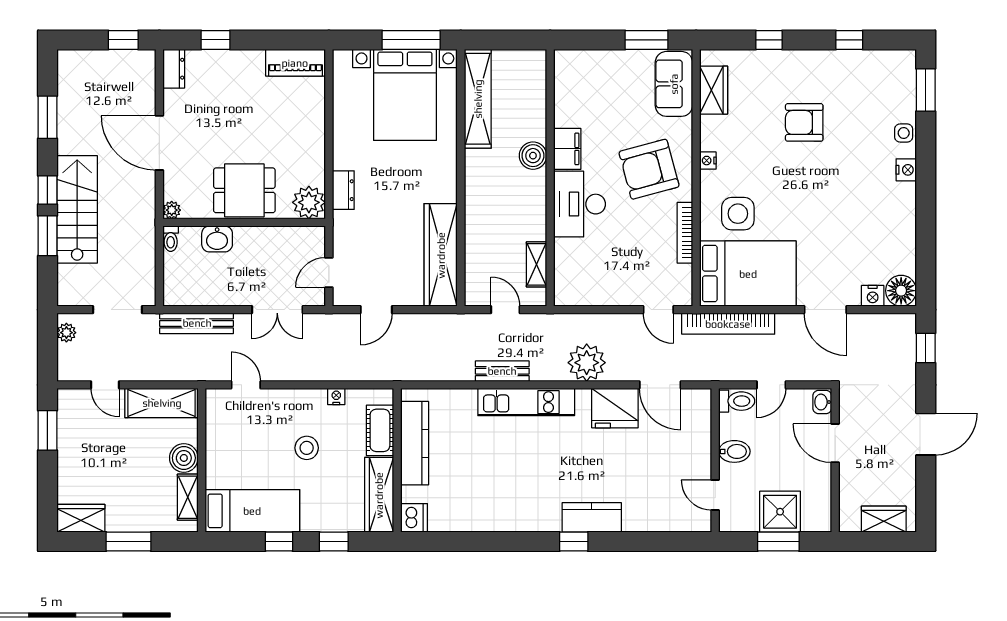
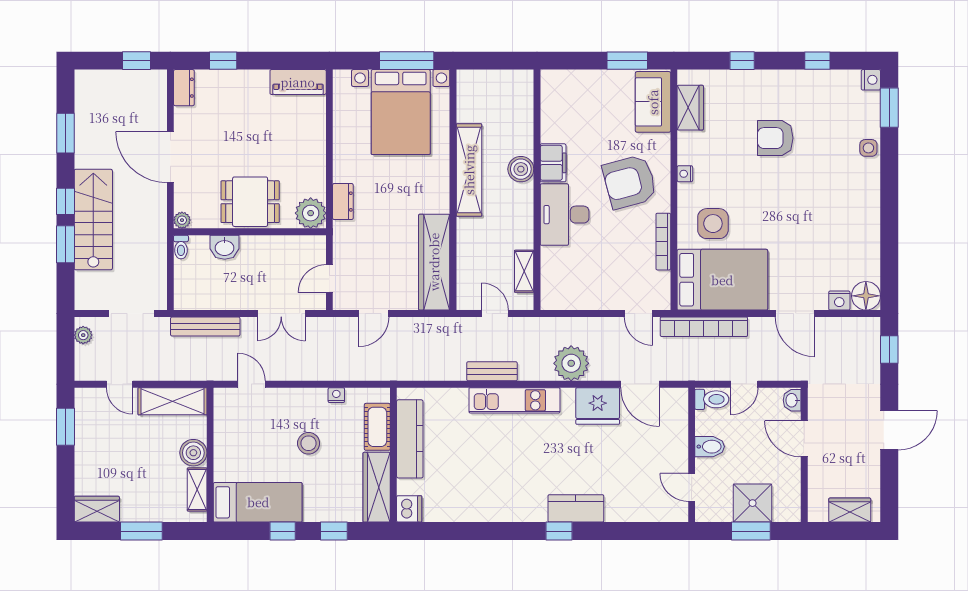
shelving: (478, 99) -> (469, 170), moved
nightstand: (906, 170) -> (871, 80), moved

